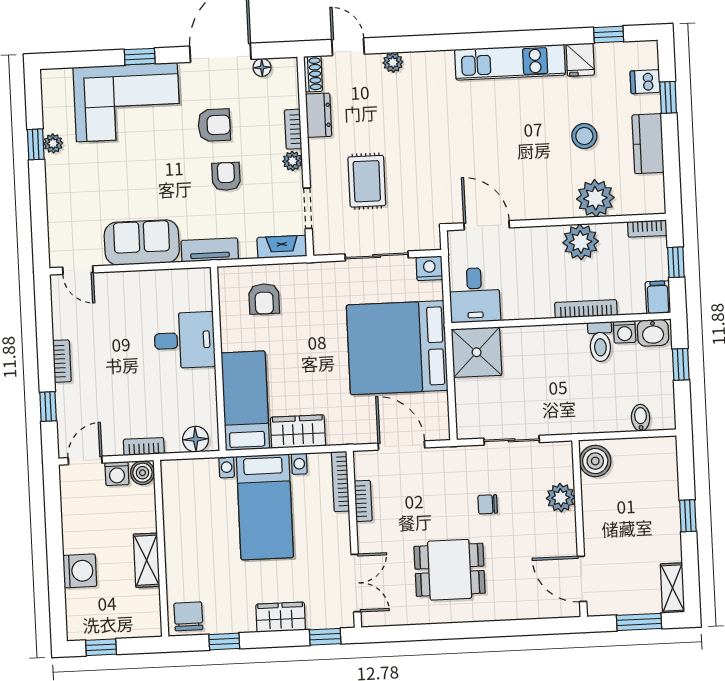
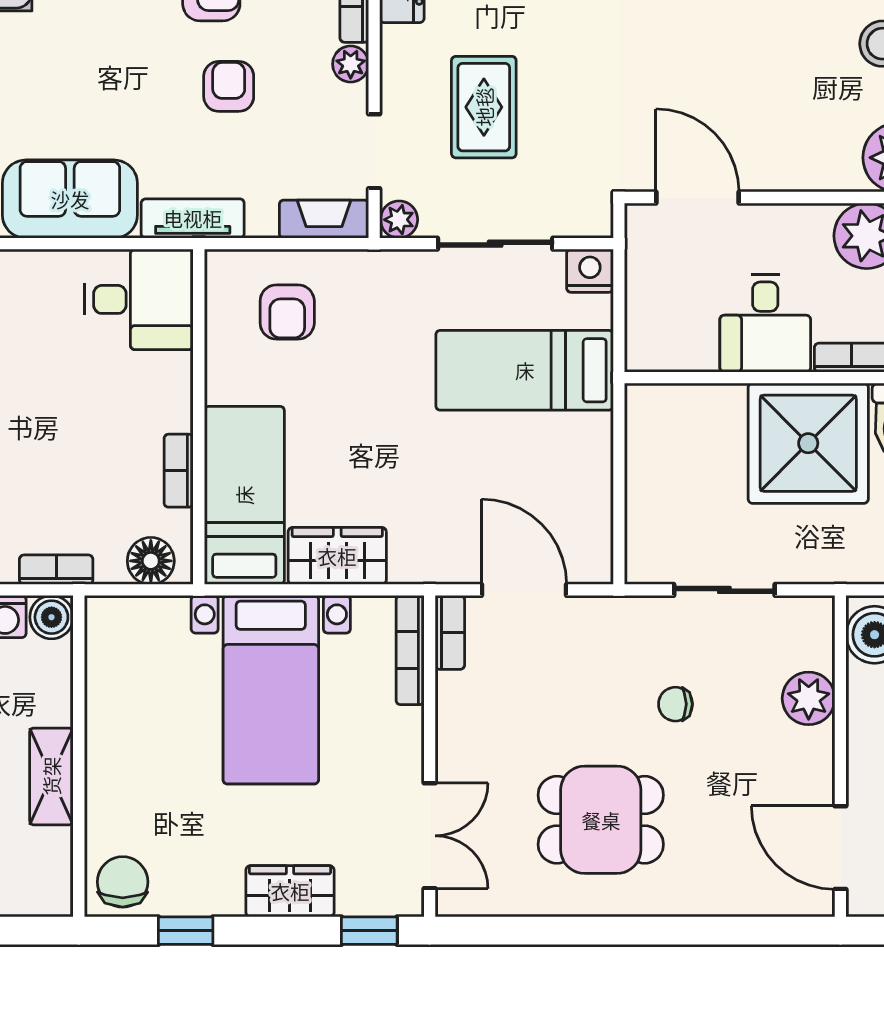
plant: (323, 245) -> (399, 220), added
desk: (475, 295) -> (765, 323), moved
desk: (184, 340) -> (139, 299), moved
bed: (397, 348) -> (525, 370), width x0.49
shower: (477, 352) -> (808, 443), moved, width x1.37, depth x1.37
bookcase: (209, 389) -> (179, 471), added
bookcase: (363, 501) -> (450, 632), moved

